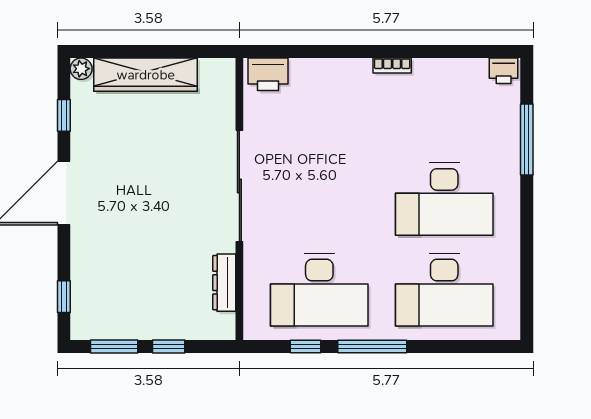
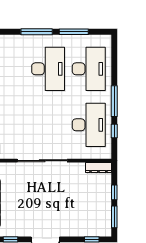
window: (527, 140) -> (37, 32), moved
window: (527, 256) -> (74, 32), added
dresser: (224, 283) -> (98, 167), moved

